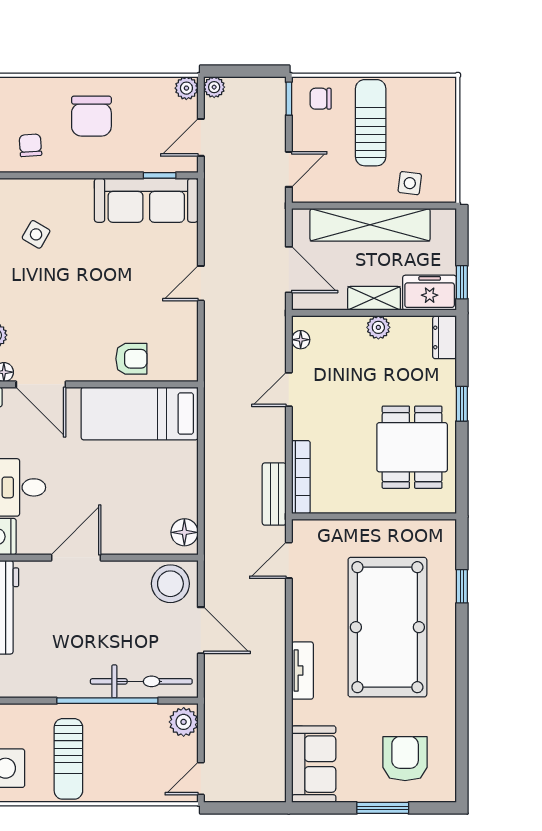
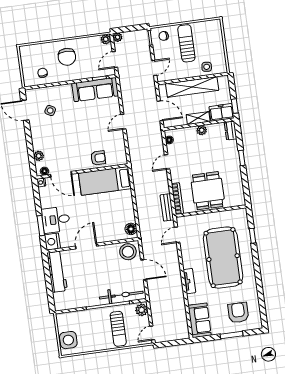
dining table: (412, 447) -> (208, 191), moved
sun lounger: (68, 759) -> (118, 329), moved

